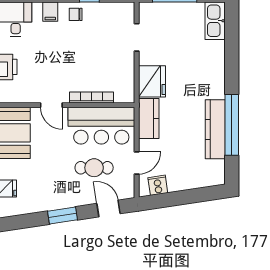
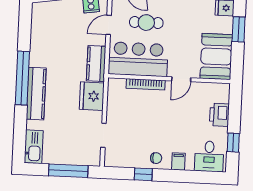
door: (51, 105) -> (181, 79), swing flipped
window: (232, 125) -> (22, 78), moved
kitchen counter: (215, 129) -> (36, 94), moved

